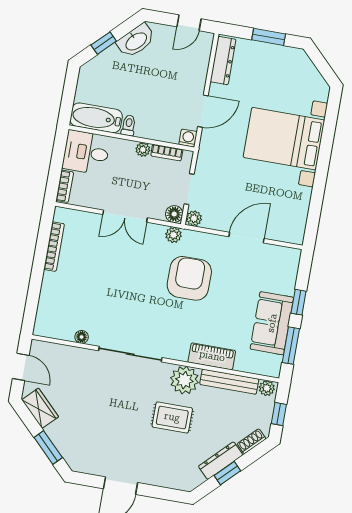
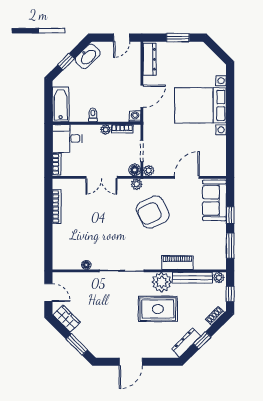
bathtub: (96, 118) -> (61, 104), moved, turned 90
armchair: (189, 278) -> (153, 212), turned -115
sofa: (272, 323) -> (214, 200), moved
rug: (172, 417) -> (158, 309), width x1.36, depth x1.43
dresser: (221, 461) -> (186, 343), moved

